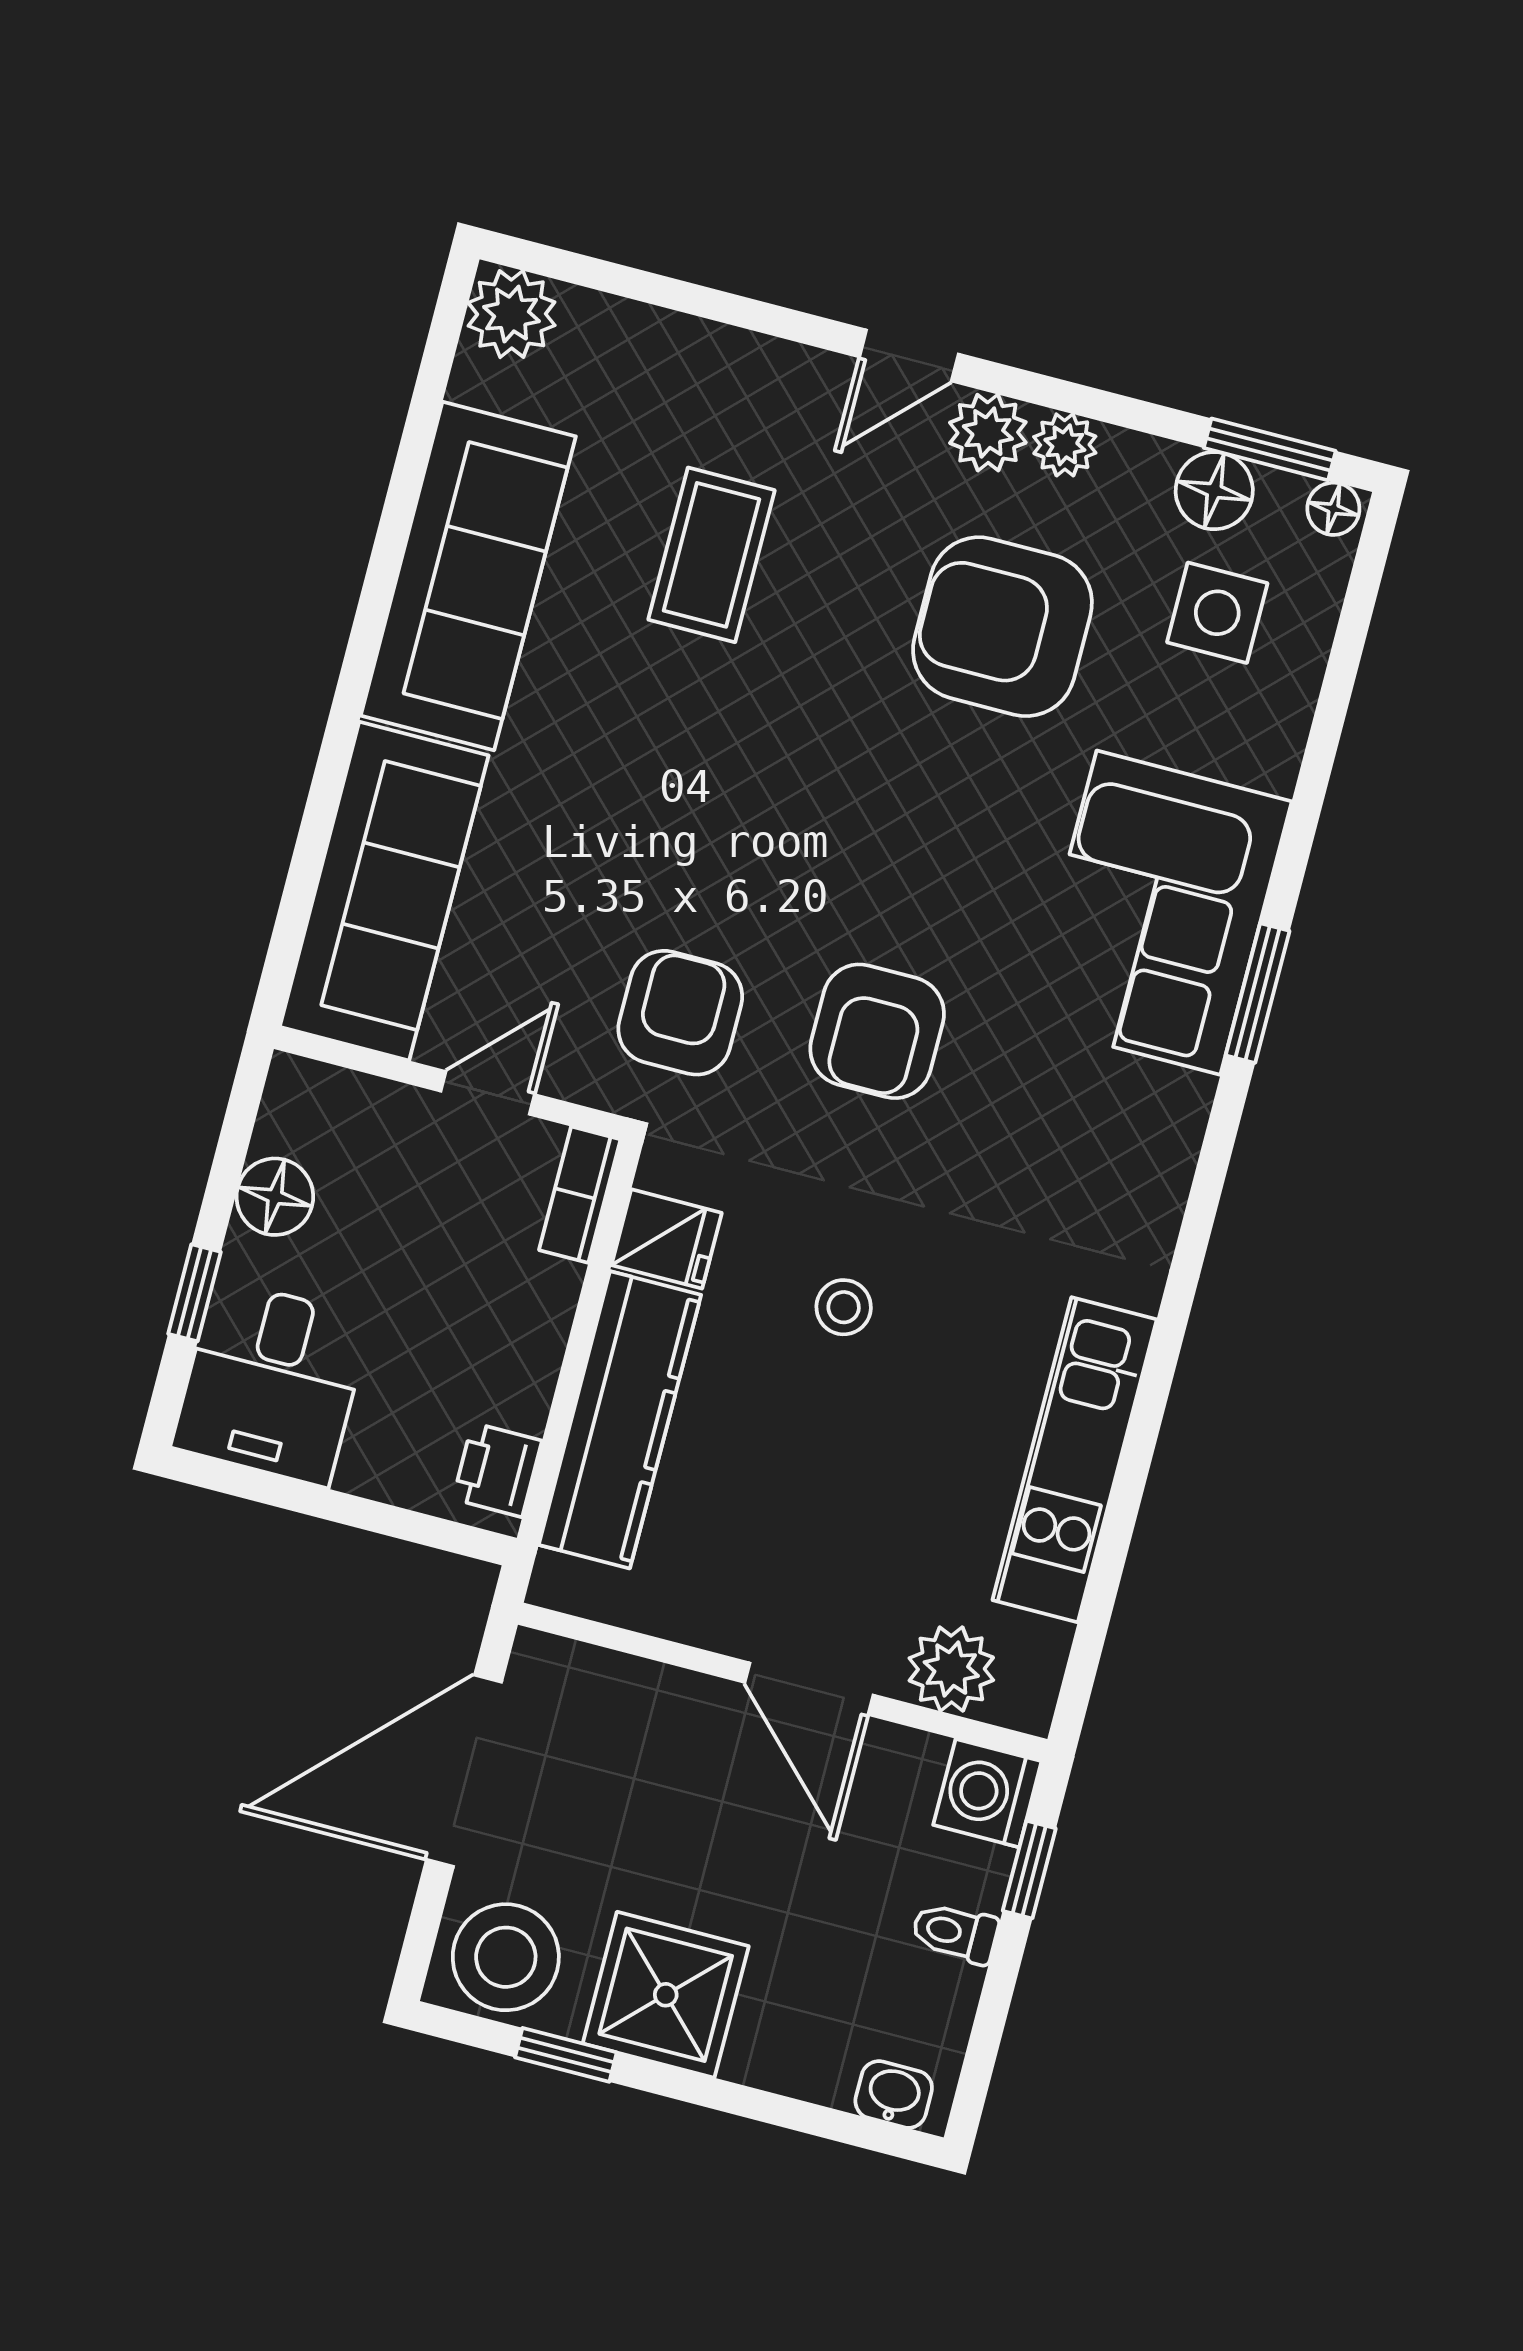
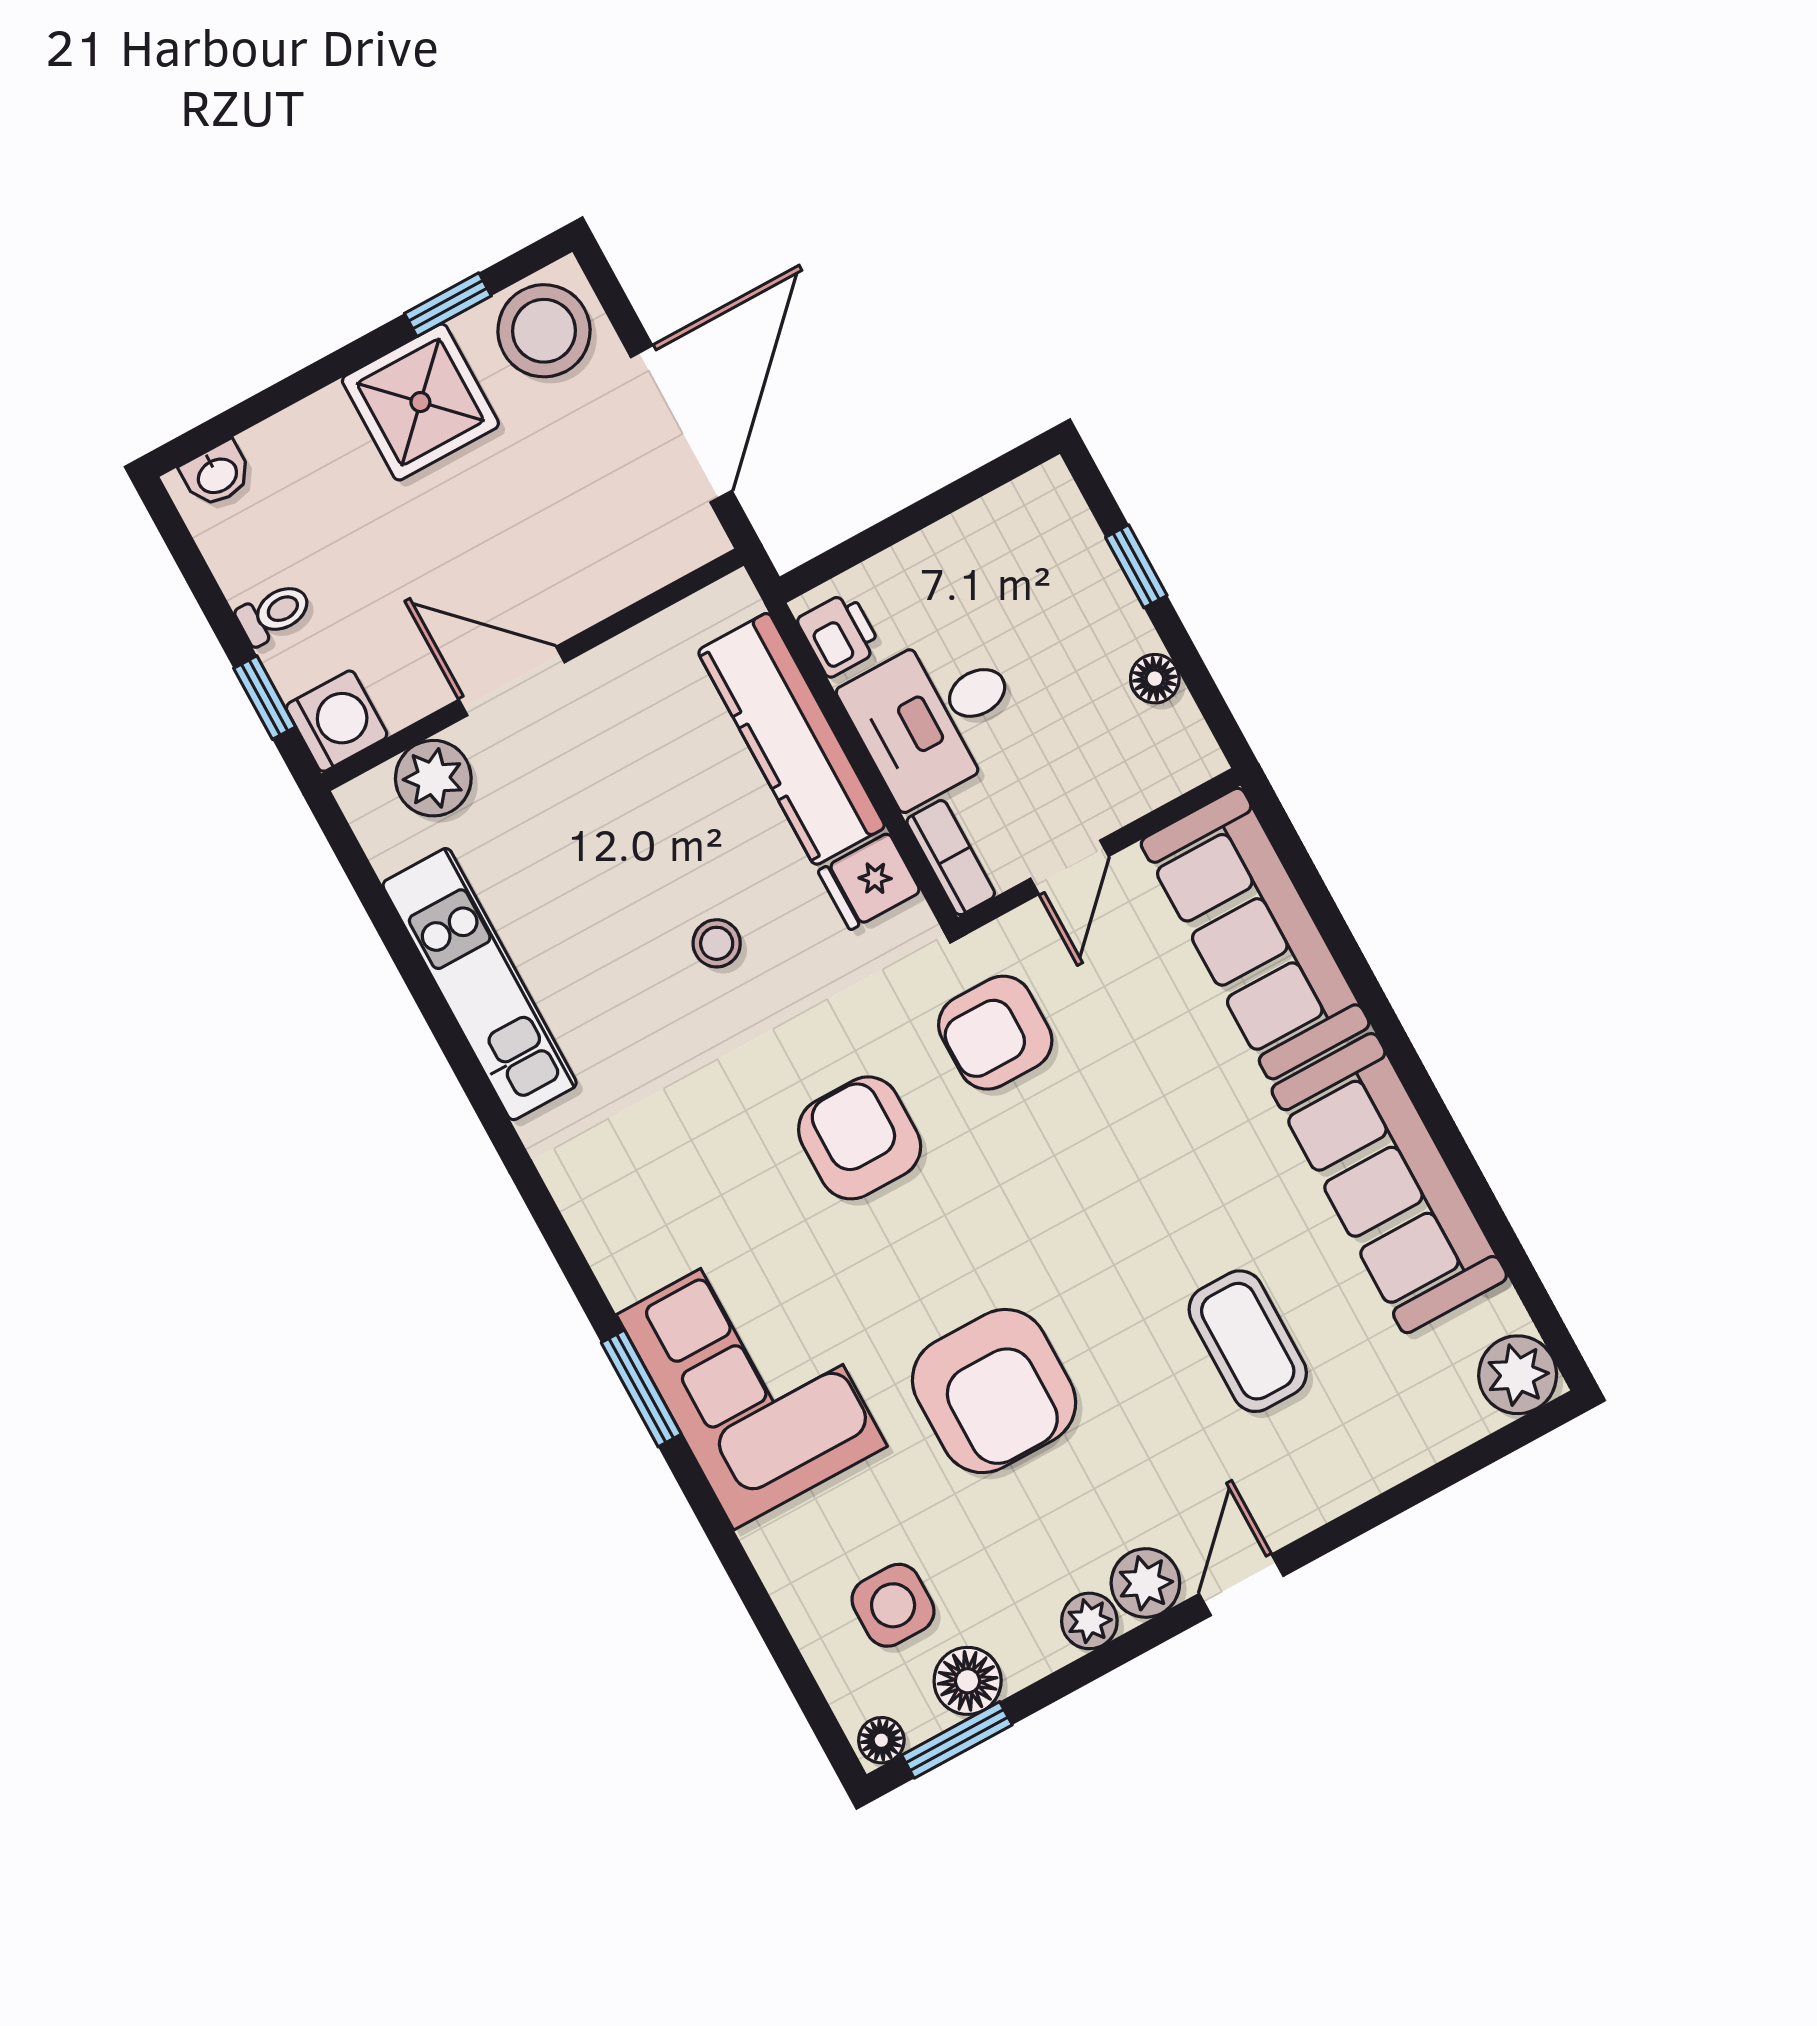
armchair: (1002, 627) -> (994, 1391), moved, turned 90
armchair: (680, 1013) -> (995, 1033), turned 90
floor lamp: (275, 1197) -> (1155, 679), width x0.73, depth x0.73
desk: (271, 1383) -> (935, 716), moved, turned -90

